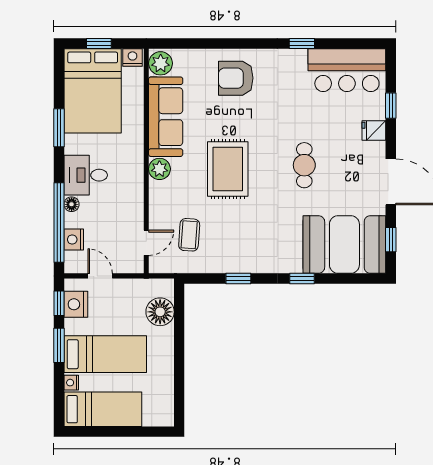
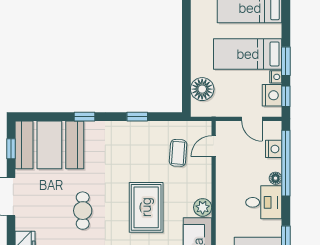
nightstand: (71, 383) -> (276, 77), moved

